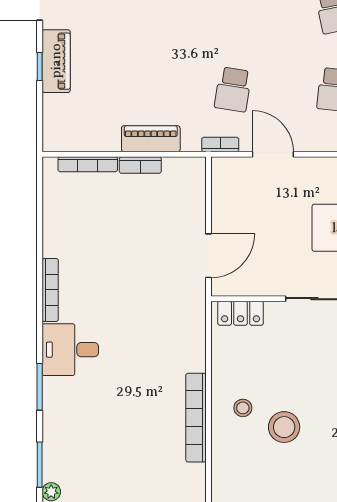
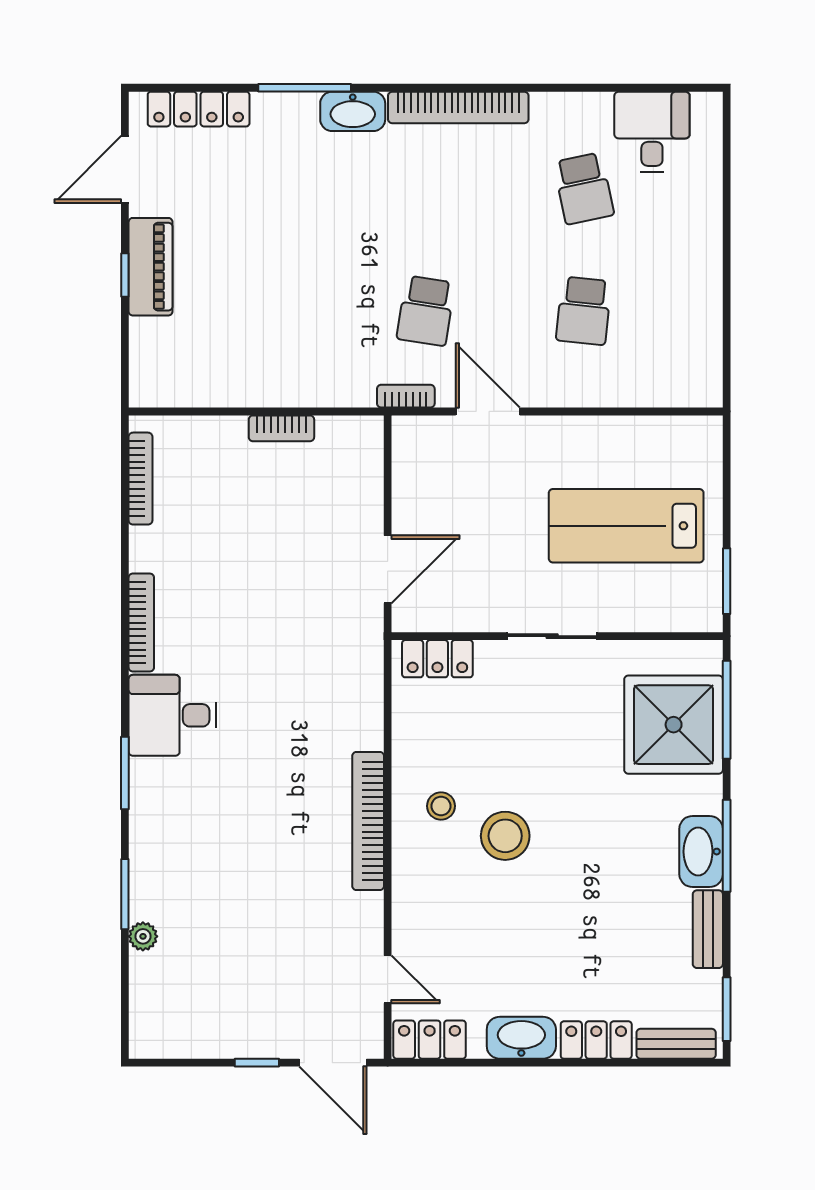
piano: (151, 139) -> (298, 387), removed
bookcase: (88, 164) -> (140, 479), moved, turned -90

